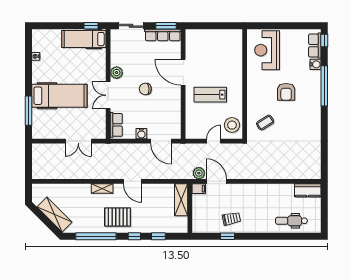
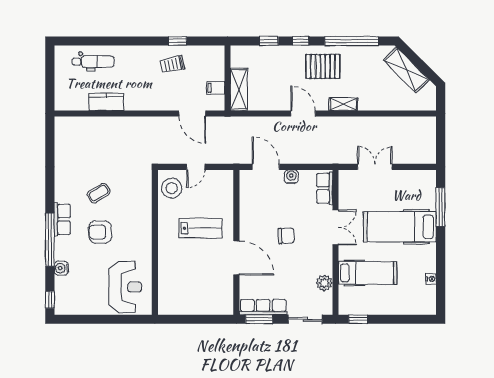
hospital bed: (84, 39) -> (367, 273), moved
row of seats: (315, 46) -> (62, 219), moved
plant: (117, 73) -> (324, 283), moved
armchair: (286, 92) -> (100, 232), turned -90
coffee table: (265, 123) -> (99, 193), moved
plant: (199, 173) -> (215, 125), removed
filing cabinet: (199, 189) -> (216, 88), moved
kitchen counter: (308, 190) -> (106, 102), moved

